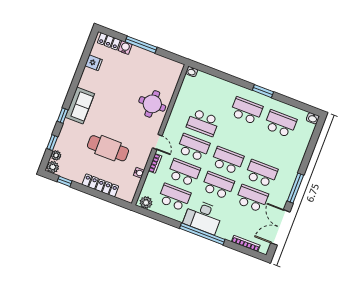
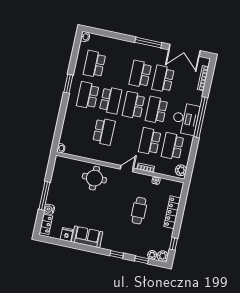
sofa: (80, 105) -> (87, 237), moved
cafe table: (108, 148) -> (139, 211), width x0.73, depth x0.74
school desk: (193, 148) -> (111, 100), moved, turned 180

